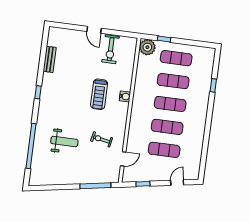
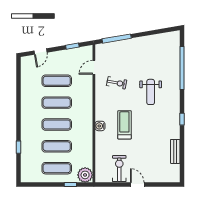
weight bench: (64, 141) -> (151, 92), moved, turned -90

